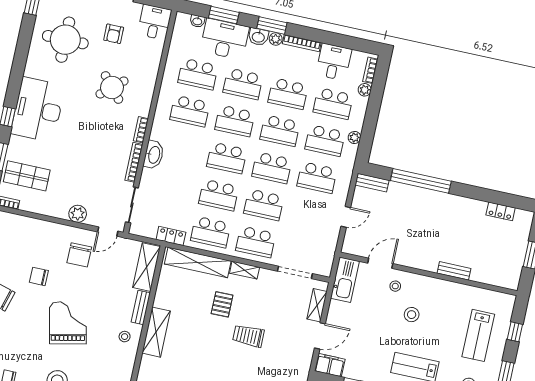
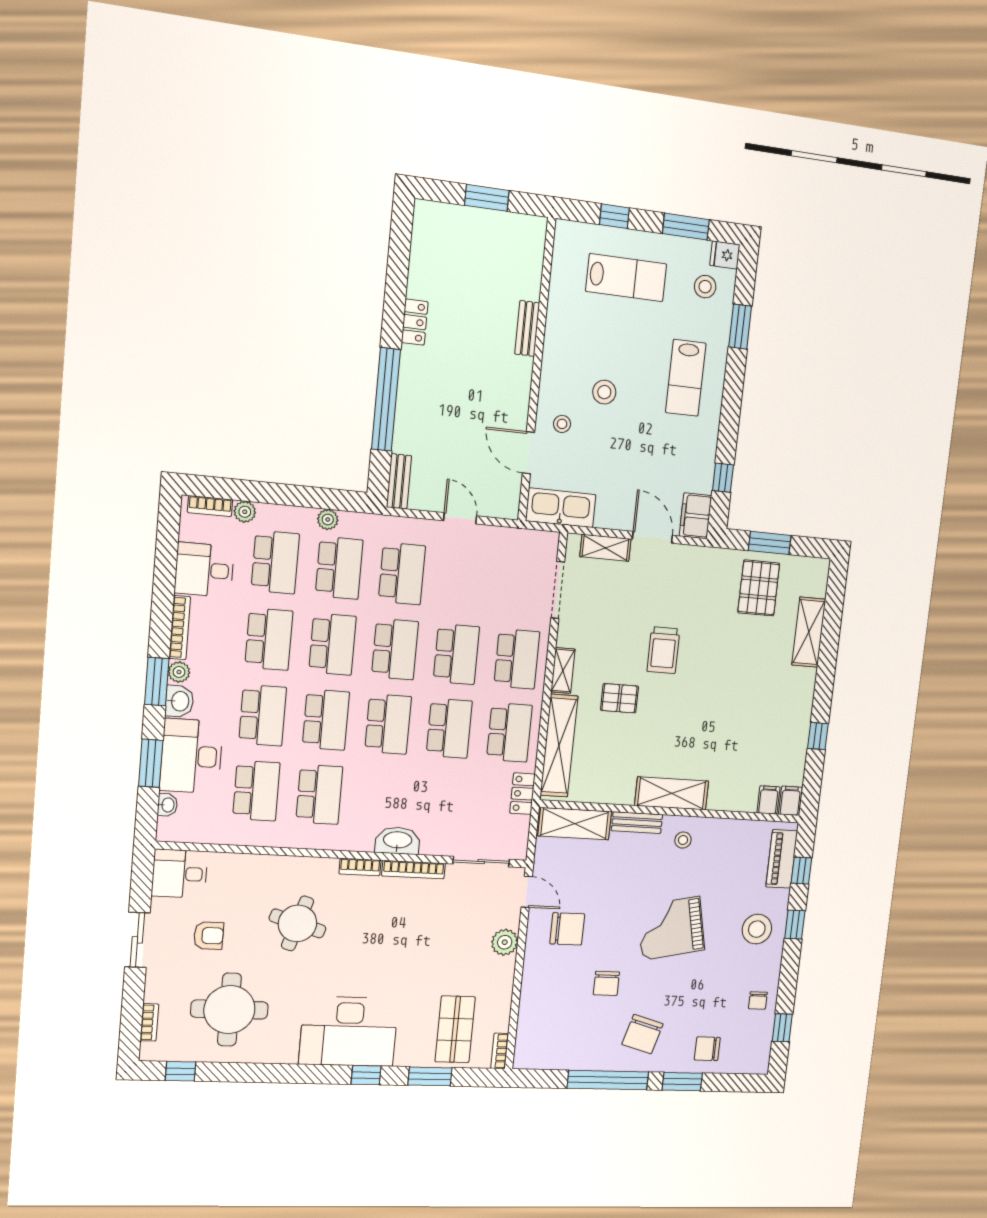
round table: (112, 87) -> (298, 923), turned -32
locker: (501, 211) -> (415, 322), moved

